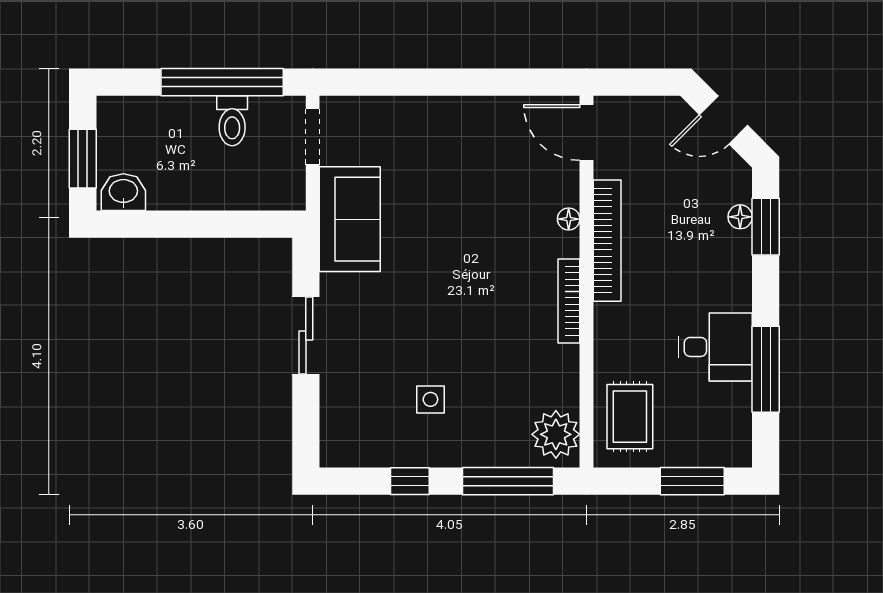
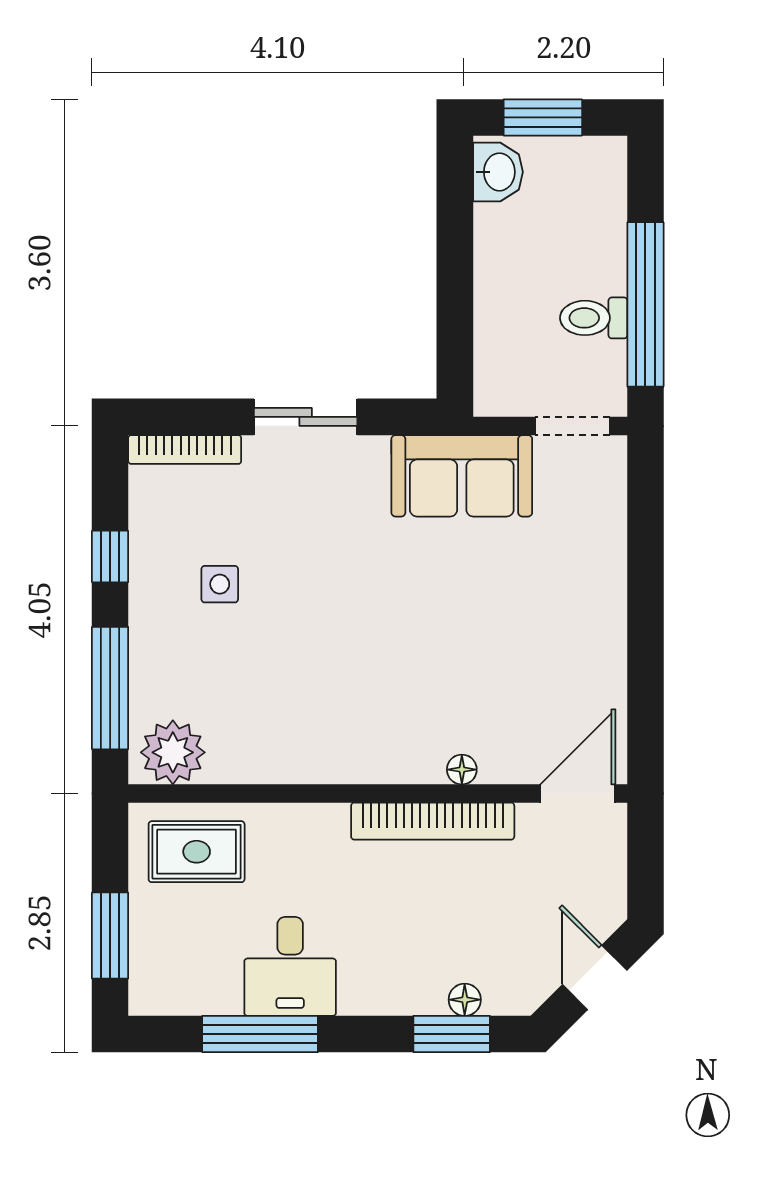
bookcase: (569, 301) -> (185, 450), moved, turned 180

